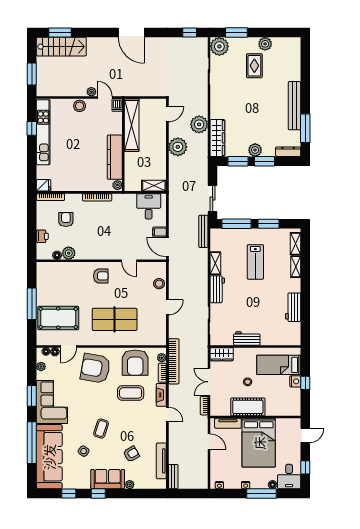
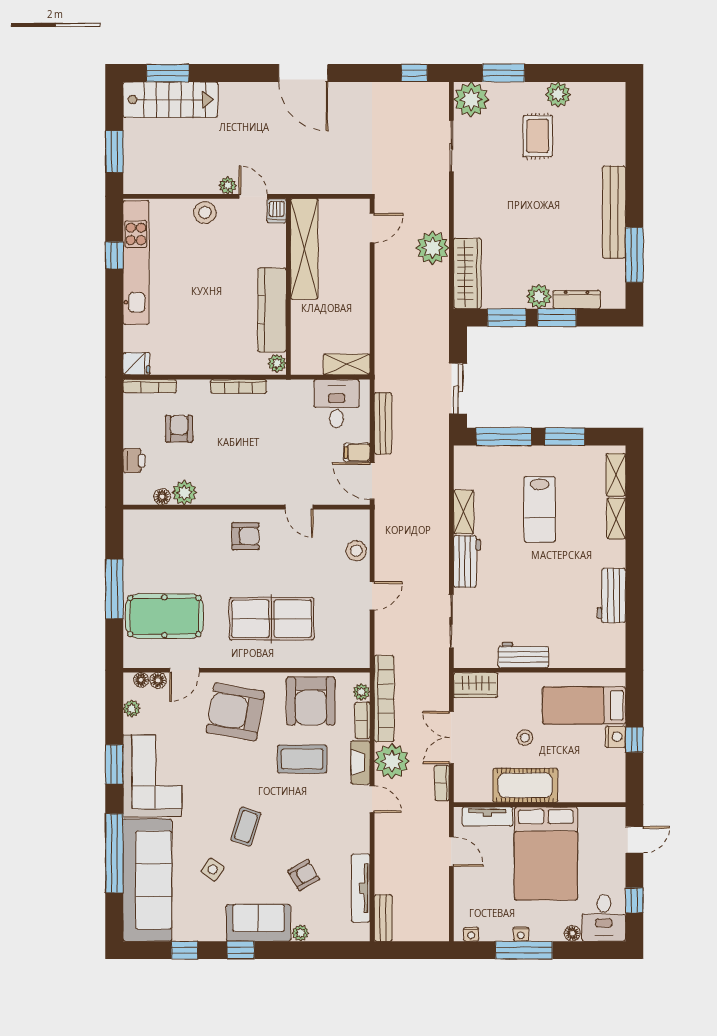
plant: (178, 147) -> (392, 761), moved
dresser: (288, 152) -> (577, 300), moved
bench: (203, 231) -> (383, 423), moved
window: (261, 493) -> (524, 950), moved

